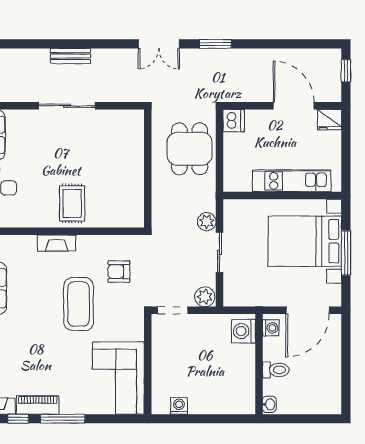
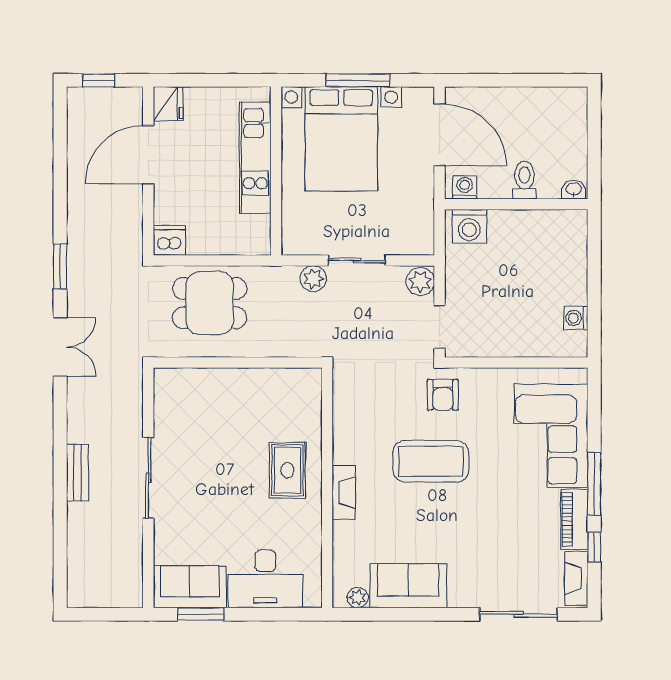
rug: (72, 203) -> (287, 470), turned 90
armchair: (119, 272) -> (443, 395), moved
corner sofa: (118, 378) -> (551, 436), moved, turned 90

